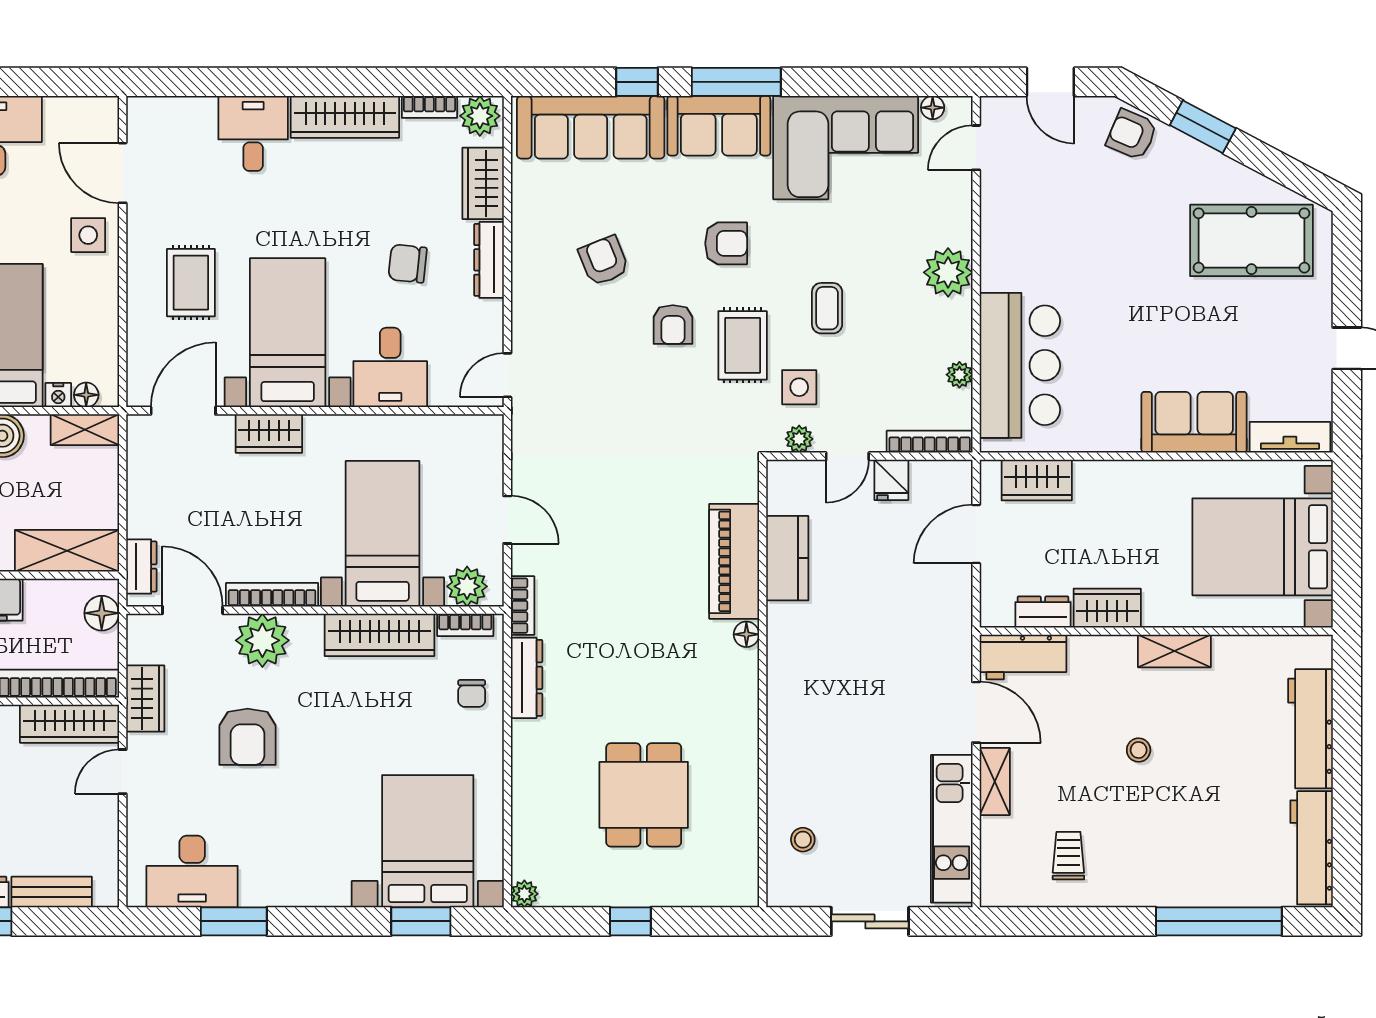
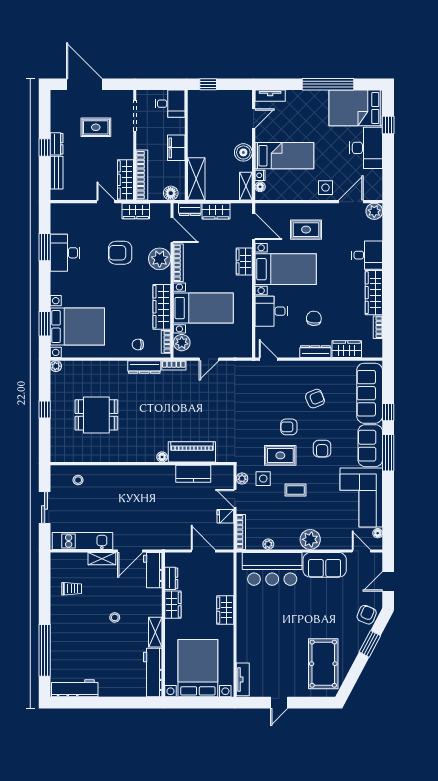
plant: (480, 116) -> (374, 211), moved
sofa: (1194, 422) -> (325, 565), moved, turned 90
wardrobe: (1037, 480) -> (225, 610), moved
wardrobe: (146, 503) -> (216, 211), added
door: (193, 610) -> (172, 230), hinge flipped
workbench: (1310, 729) -> (153, 673), moved, turned -90
desk: (192, 872) -> (65, 253), moved

